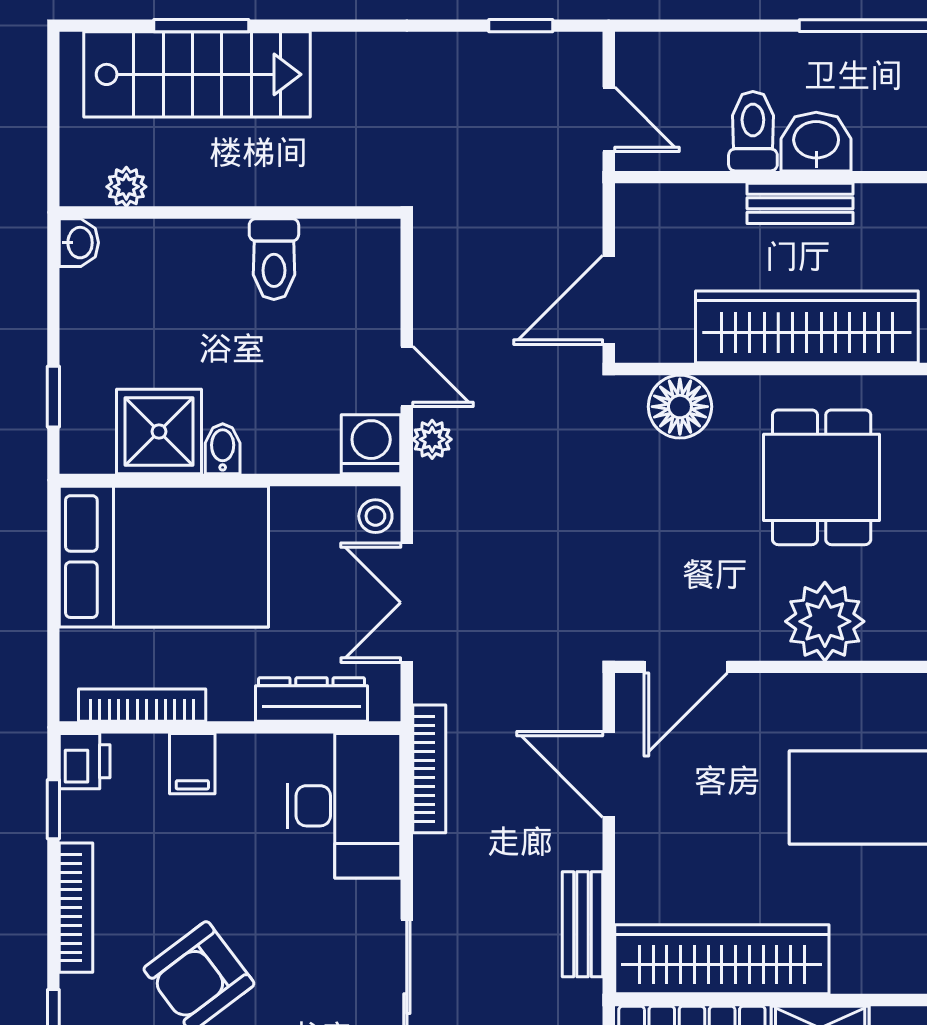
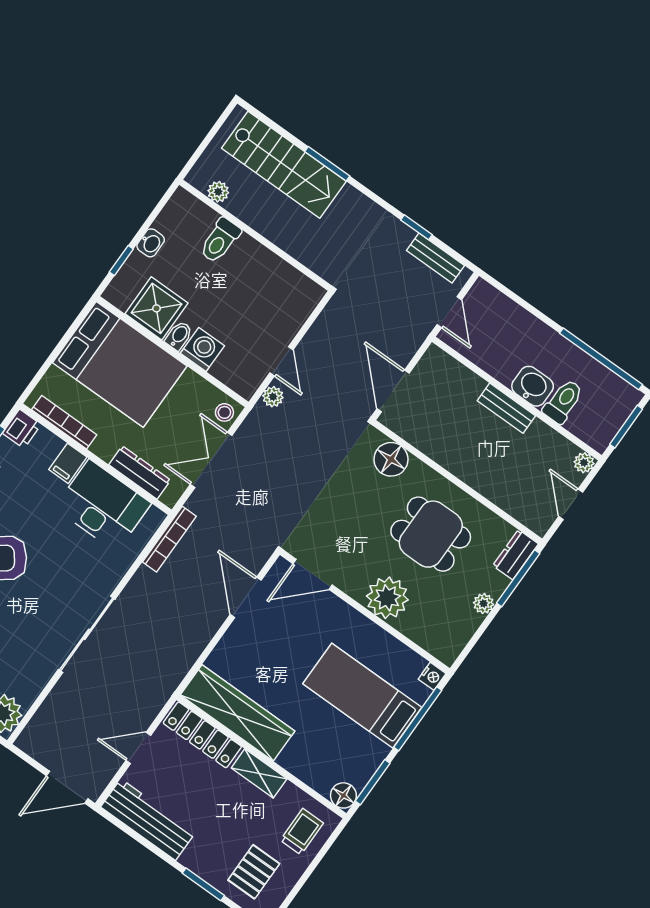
window: (201, 26) -> (327, 164), moved
window: (521, 26) -> (417, 227), moved
toilet: (753, 131) -> (563, 401), moved
washbasin: (79, 243) -> (151, 243), moved
toilet: (274, 259) -> (220, 240), moved
door: (609, 300) -> (393, 391), hinge flipped
wardrobe: (807, 327) -> (471, 464), removed
washing machine: (371, 444) -> (202, 350), moved
dining table: (822, 477) -> (431, 534), turned 90
desk: (344, 806) -> (103, 506), moved, turned -90
bench: (583, 924) -> (435, 258), moved, turned 90

